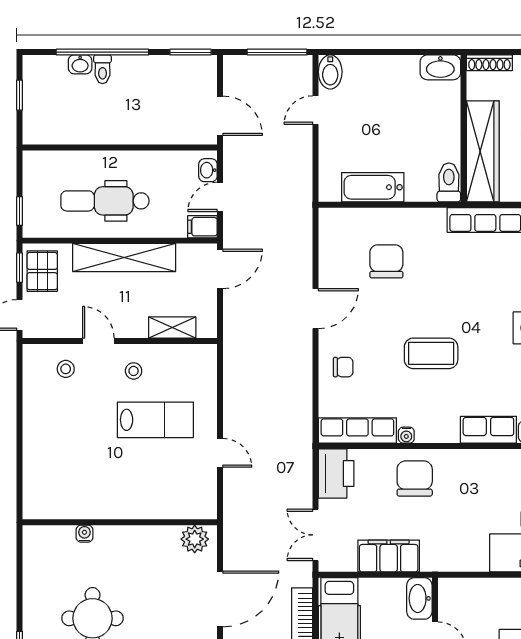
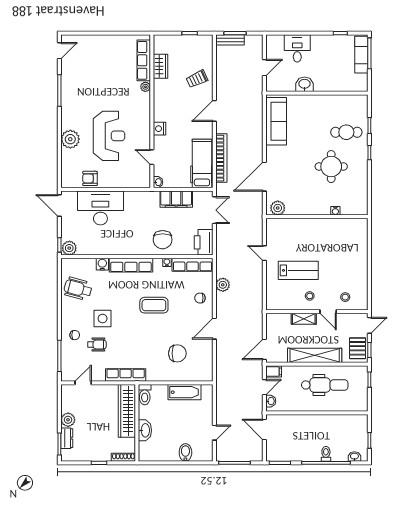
washbasin: (80, 64) -> (354, 456), moved
washbasin: (440, 67) -> (145, 430), moved, turned 90
bidet: (330, 72) -> (185, 452), moved
chair: (386, 261) -> (177, 353), turned -90
shelving: (172, 327) -> (304, 319), moved
plant: (300, 392) -> (223, 285), added
lab bench: (155, 420) -> (298, 270), turned 180
row of seats: (488, 430) -> (131, 265), width x1.48
washbasin: (419, 598) -> (158, 182), width x0.52, depth x0.69

